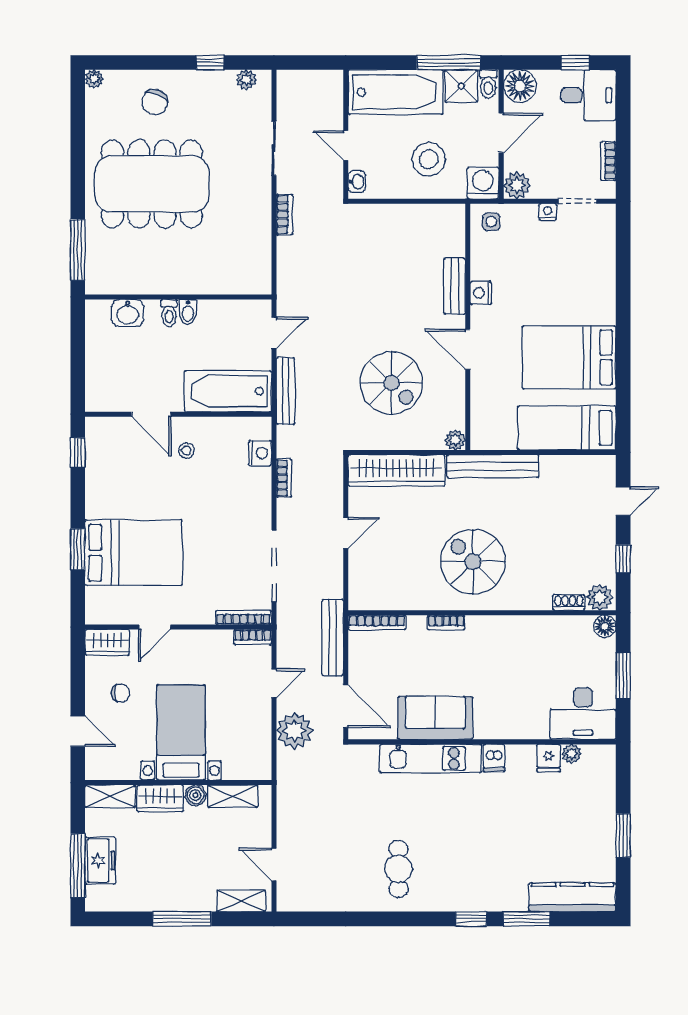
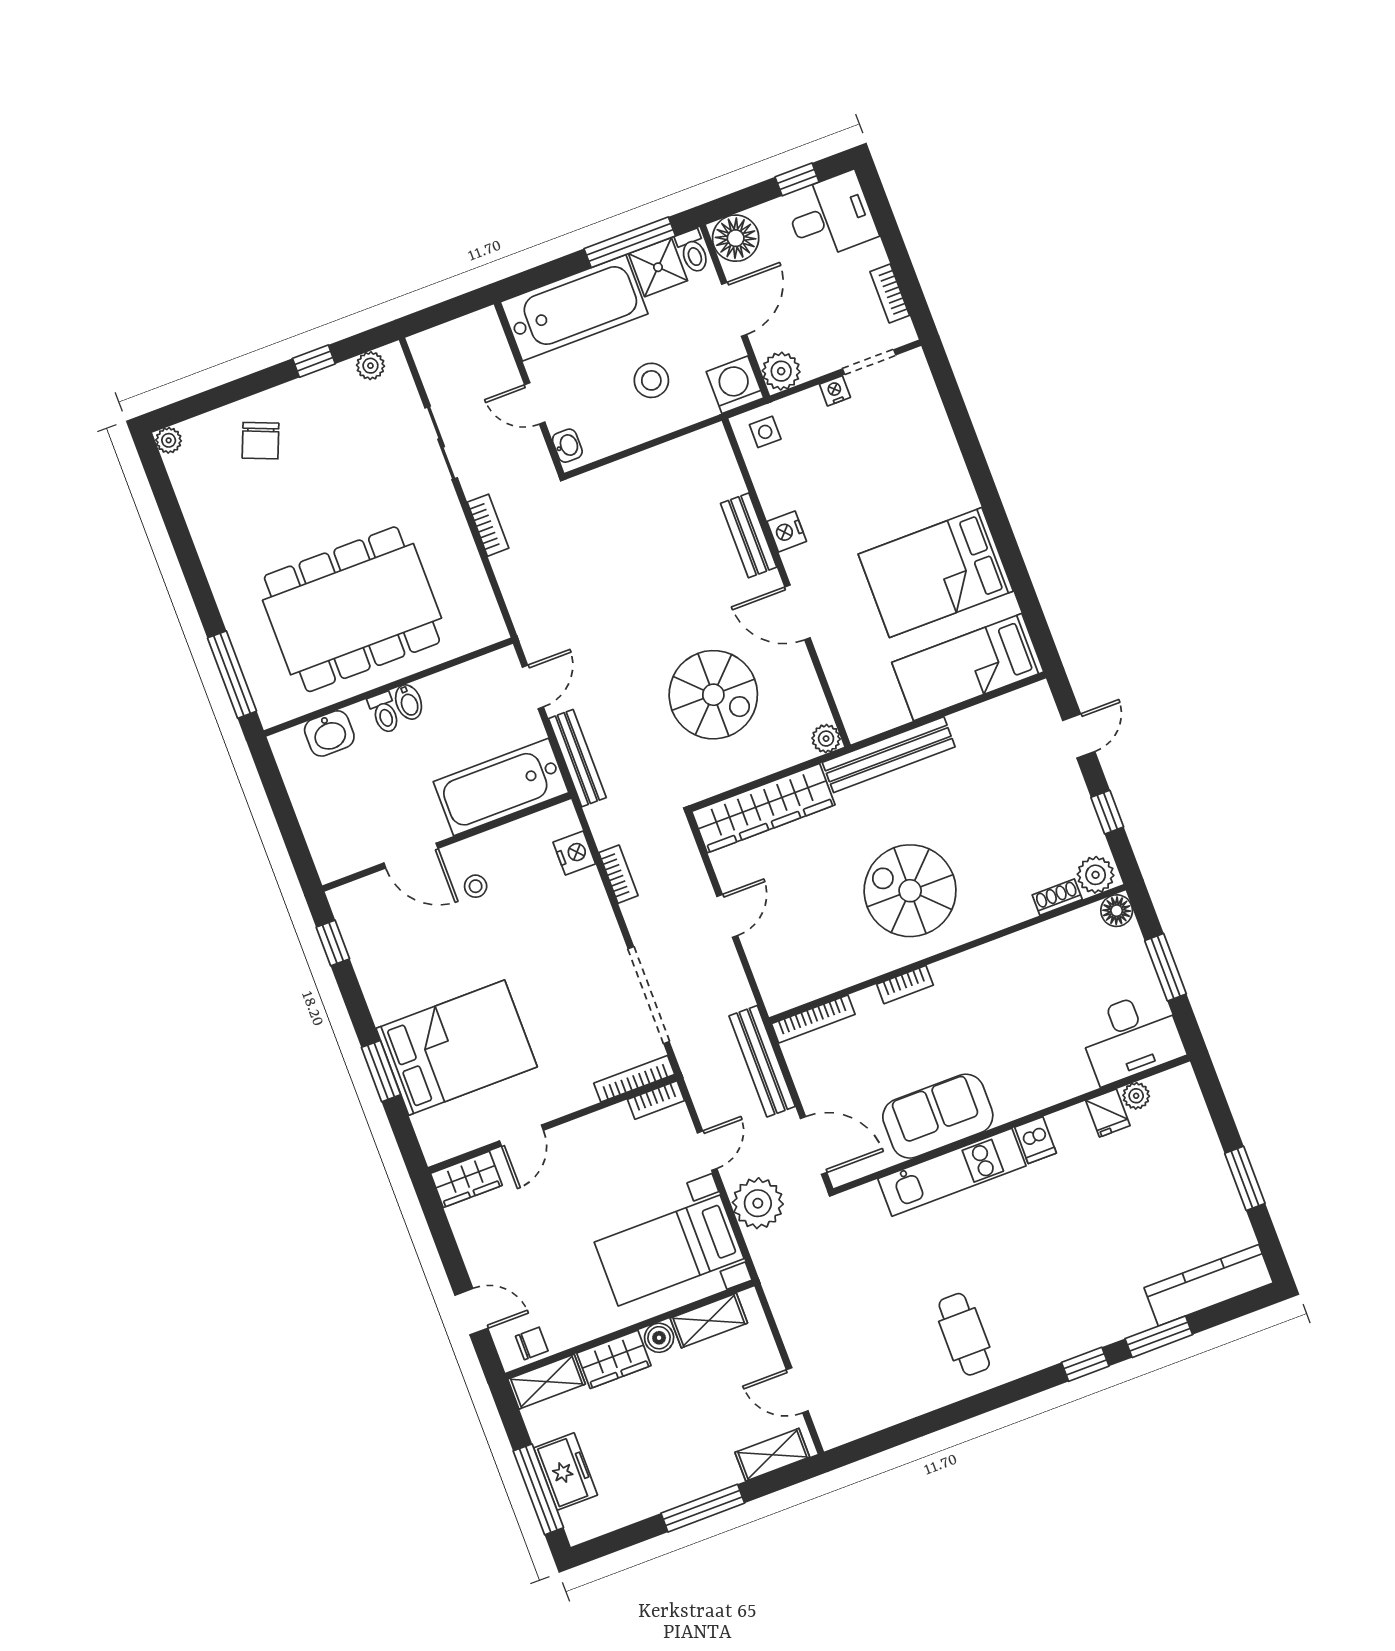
stool: (429, 159) -> (651, 380), width x0.73, depth x0.73
dining table: (152, 184) -> (352, 609), moved
chair: (121, 693) -> (532, 1343), moved
bed with nightstands: (181, 732) -> (669, 1250), moved, turned -90

